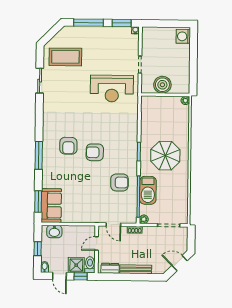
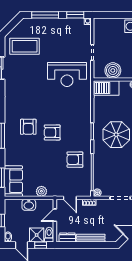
armchair: (119, 182) -> (75, 160), turned 180
barbecue: (148, 190) -> (106, 88), moved, turned 90
plant: (82, 217) -> (41, 191), added
washbasin: (54, 232) -> (29, 205), moved

